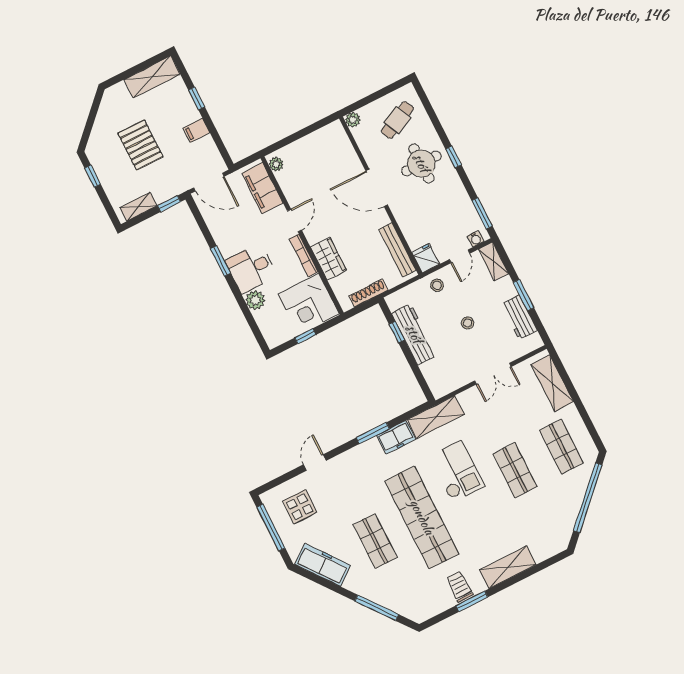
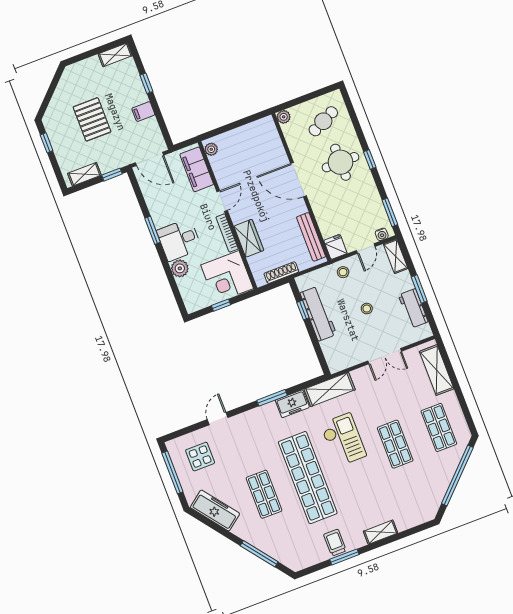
shelving: (152, 77) -> (115, 55), width x0.67, depth x0.75
shelving: (508, 567) -> (381, 532), width x0.67, depth x0.75

